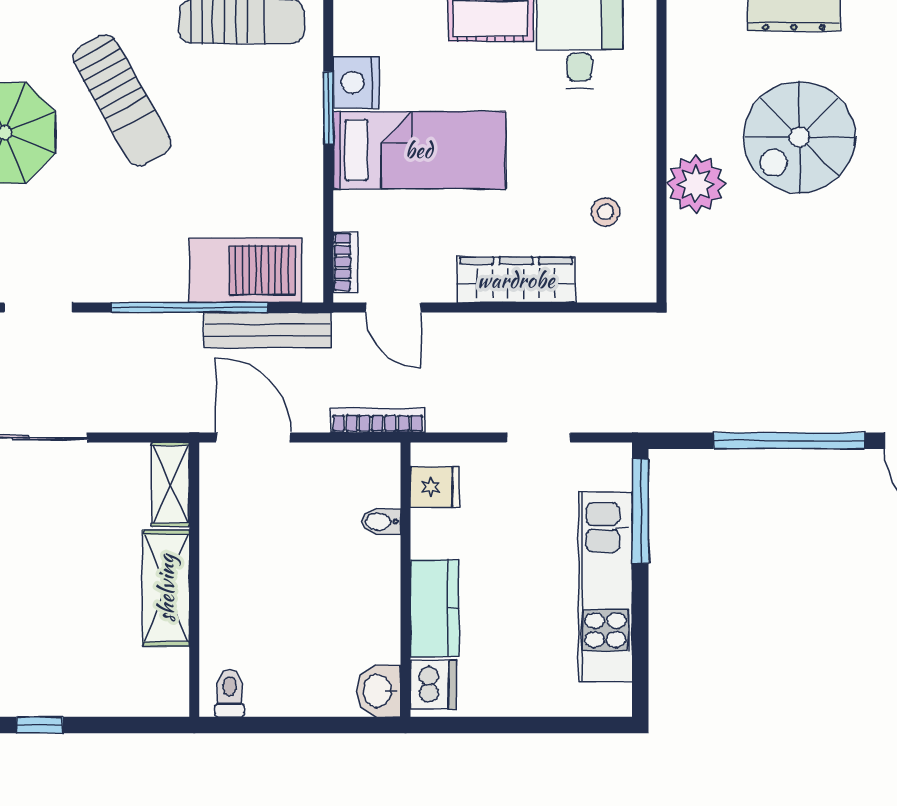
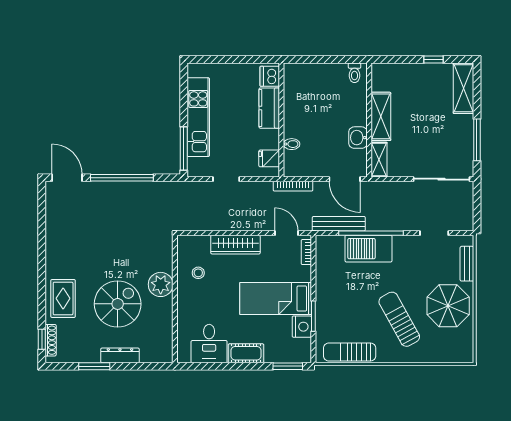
barbecue: (245, 270) -> (368, 249), moved
washbasin: (379, 691) -> (358, 138), moved, turned 180

